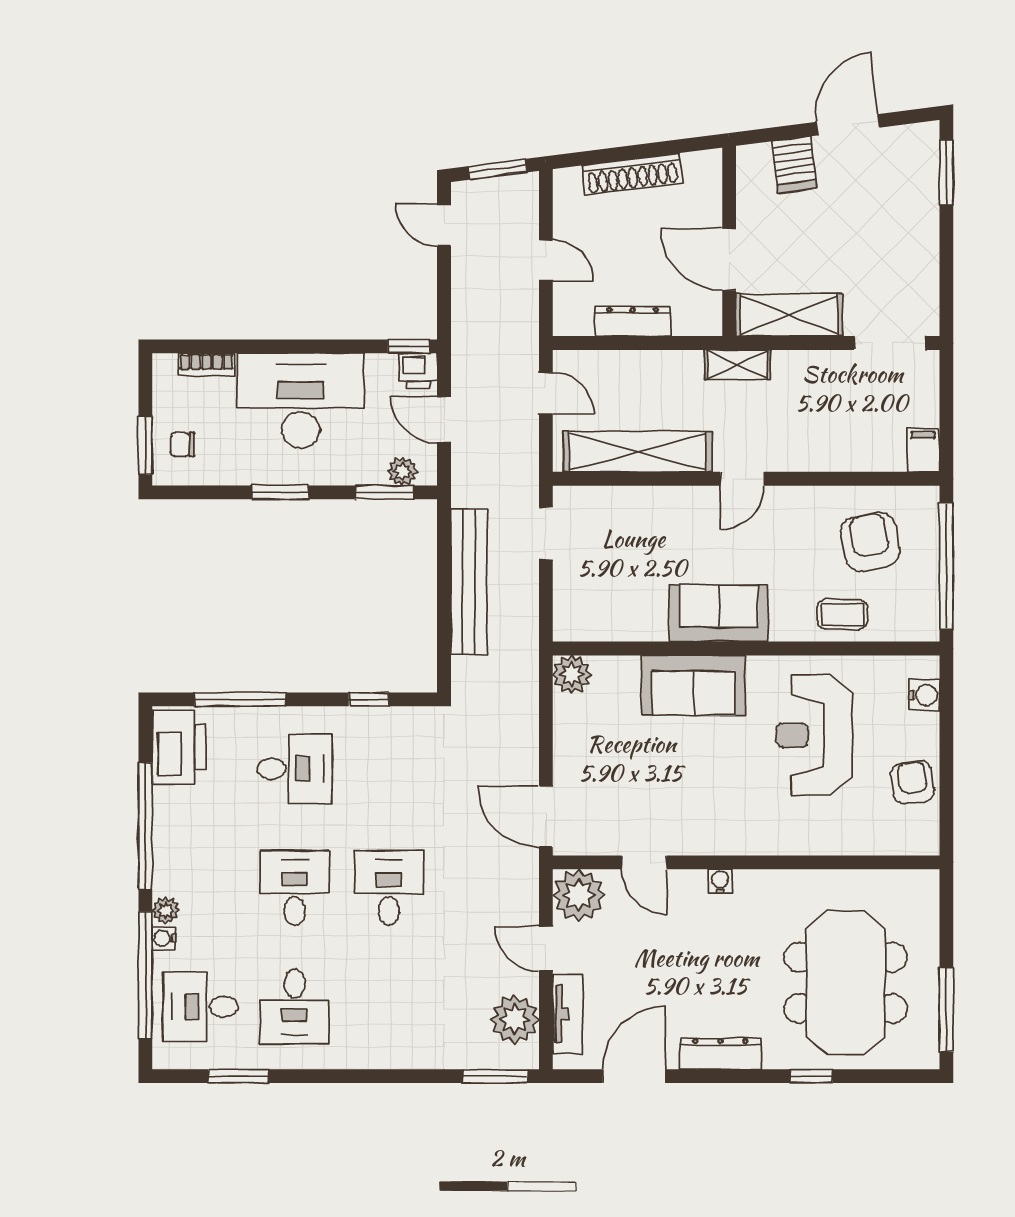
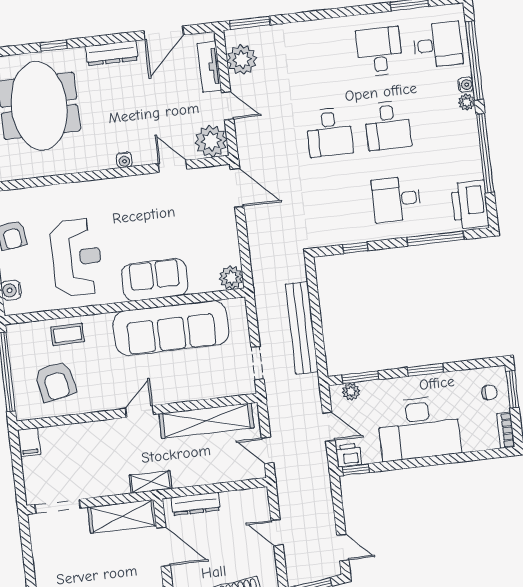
dresser: (633, 321) -> (196, 504), moved
bookcase: (206, 364) -> (506, 430), moved, turned -90
sofa: (719, 613) -> (171, 328), width x1.85, depth x1.27

